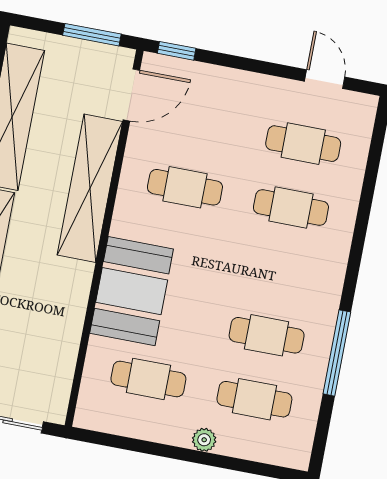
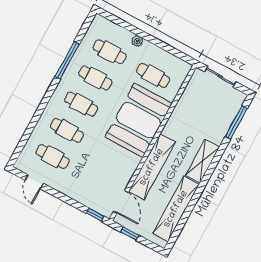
window: (92, 35) -> (130, 234), width x0.67
door: (131, 95) -> (121, 202), swing flipped
cafe table: (185, 187) -> (81, 104), moved
booth: (132, 291) -> (139, 120), width x1.36, depth x1.42

